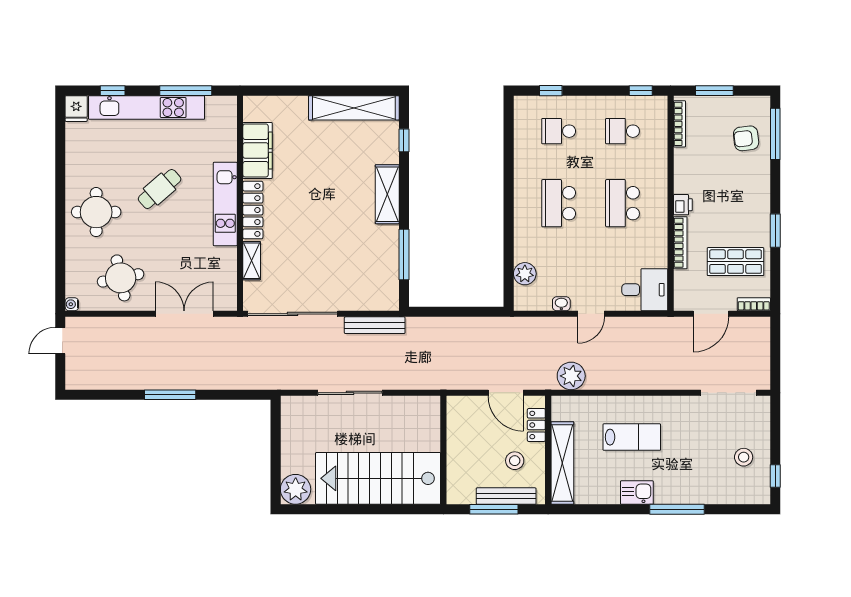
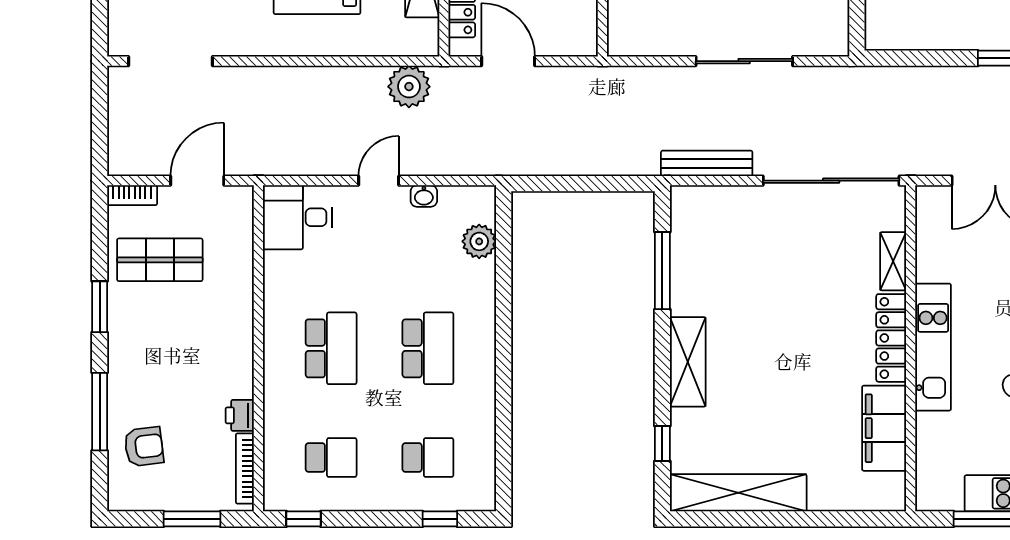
window: (775, 134) -> (100, 412), moved
printer: (683, 205) -> (240, 415), moved
bookcase: (680, 243) -> (244, 288), removed

